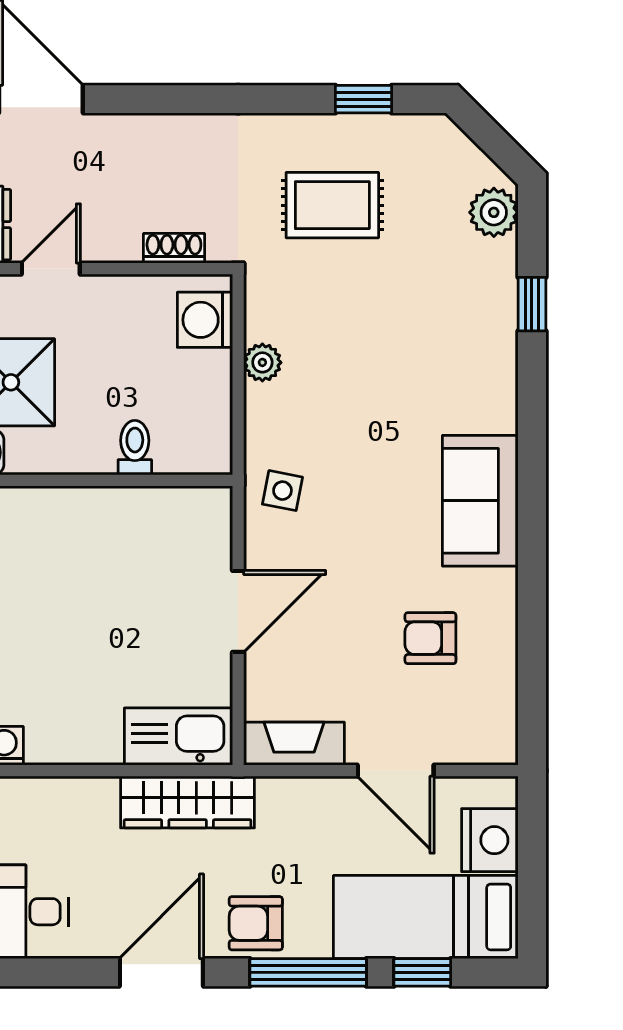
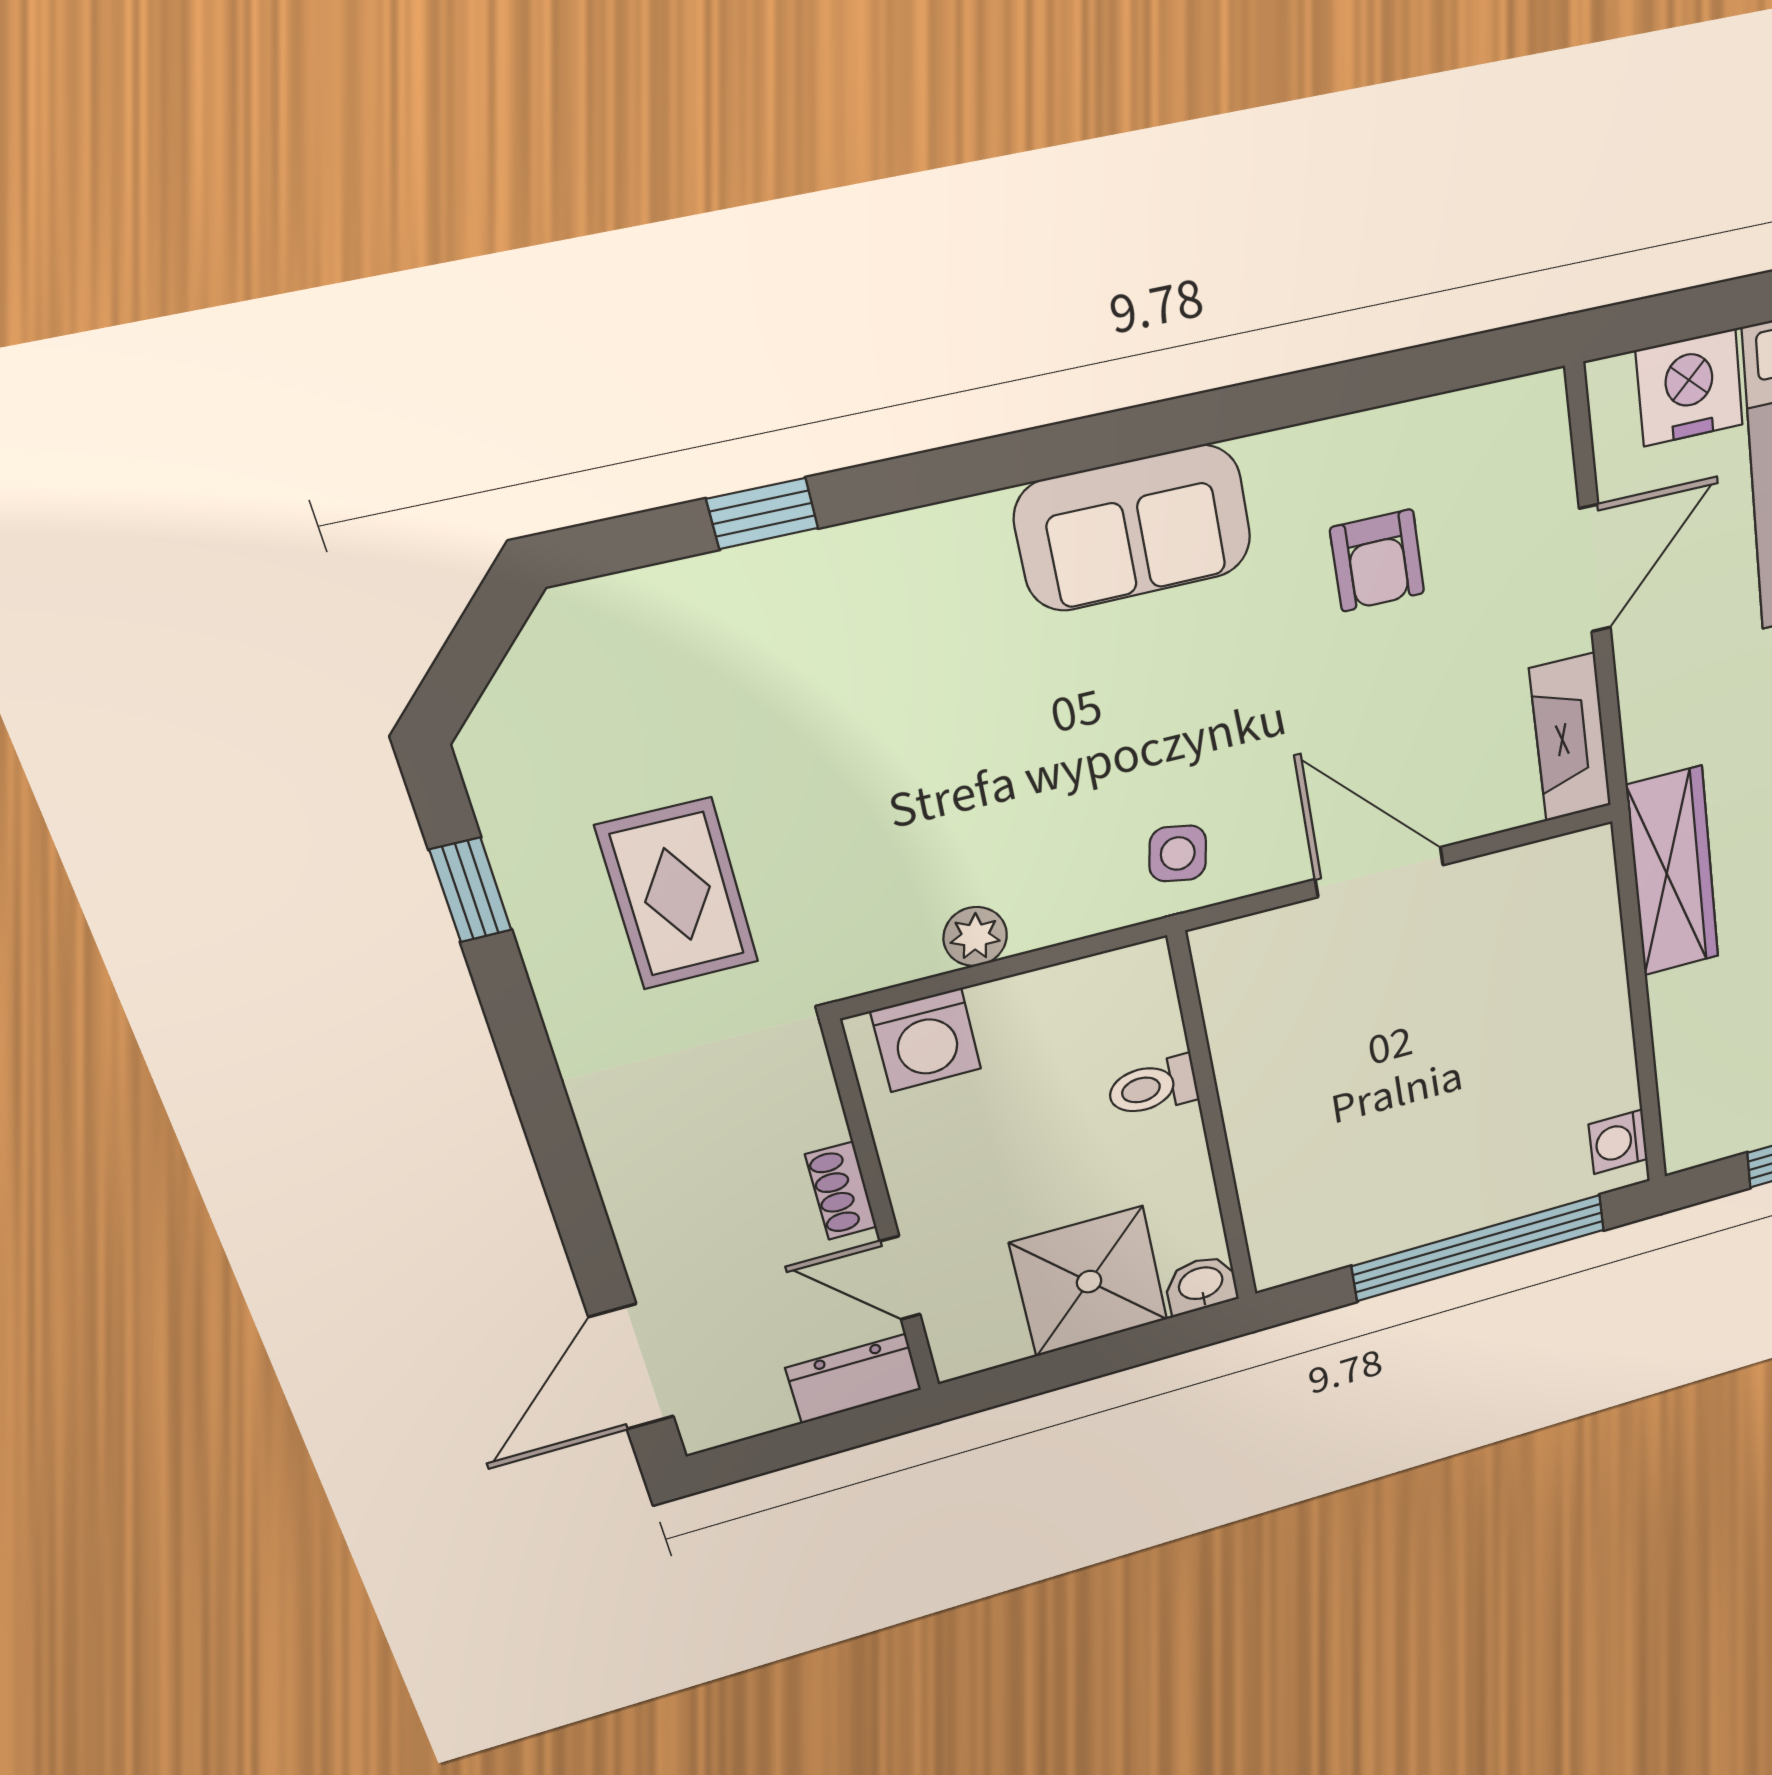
plant: (494, 212) -> (611, 619), removed
shoe rack: (174, 248) -> (841, 1191), moved
kitchen sink: (178, 737) -> (1579, 910), removed

